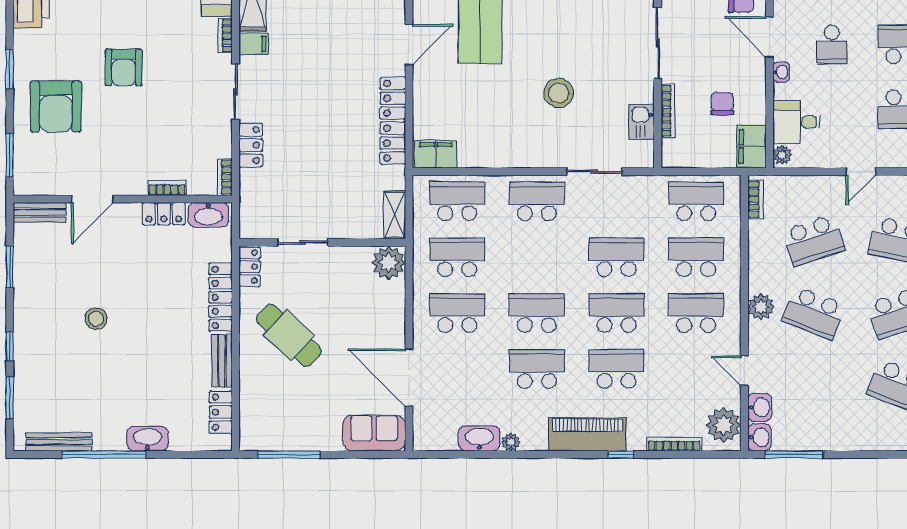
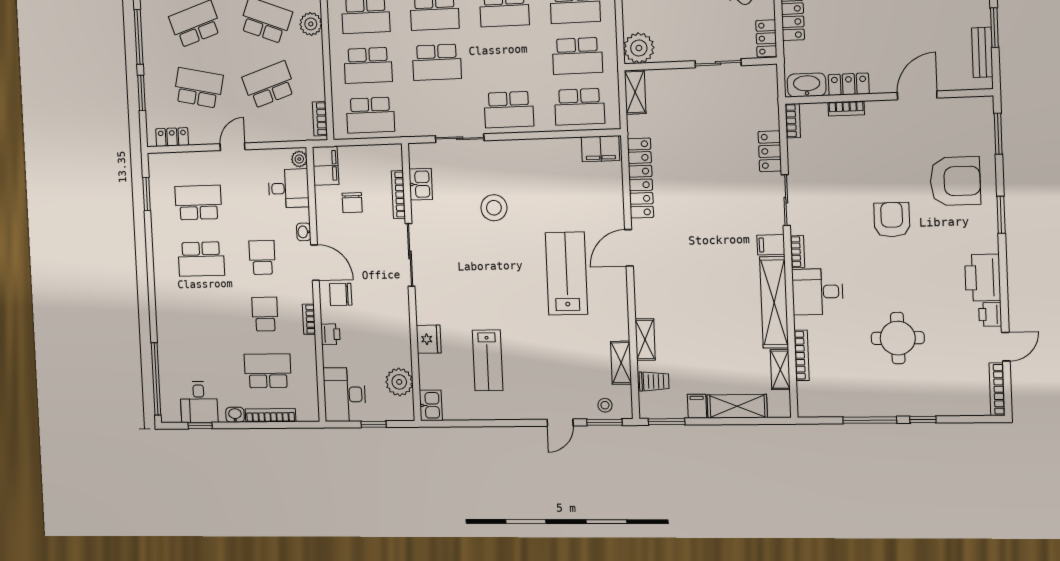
armchair: (56, 106) -> (955, 181), turned 90
bench: (39, 212) -> (982, 52), moved, turned 90

